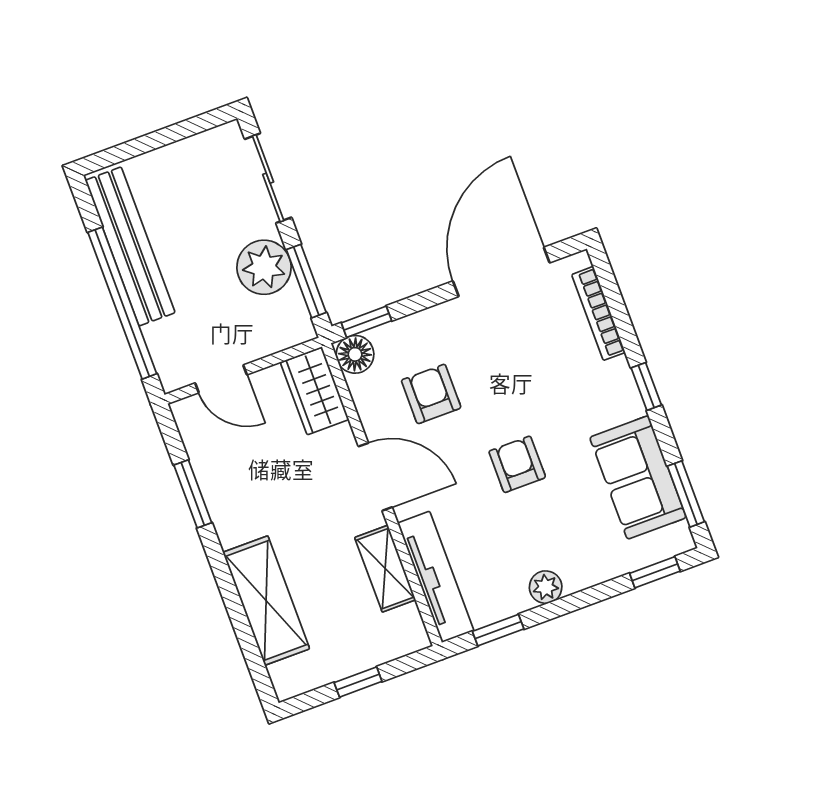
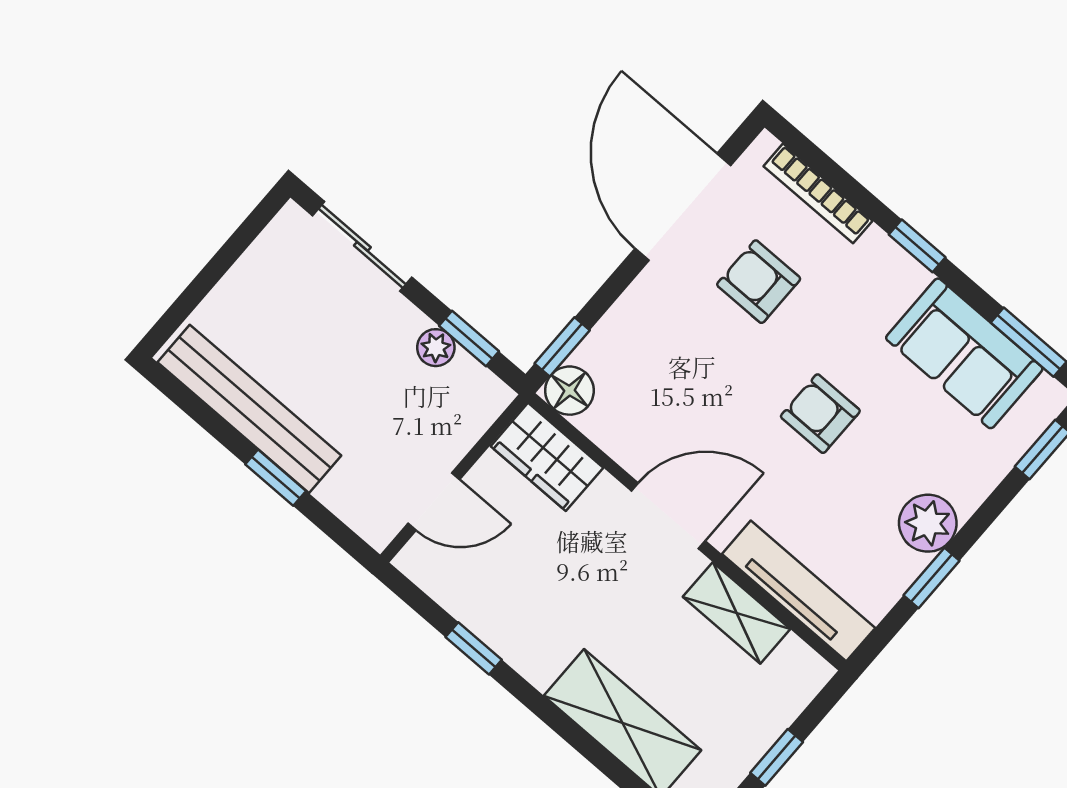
plant: (264, 267) -> (436, 348), width x0.53, depth x0.53
window: (306, 281) -> (469, 338), width x0.67
window: (122, 303) -> (276, 478), width x0.32
armchair: (431, 394) -> (759, 282), moved
window: (193, 494) -> (474, 648), width x0.67
plant: (546, 587) -> (928, 523), width x1.38, depth x1.38
window: (498, 630) -> (931, 578), moved

